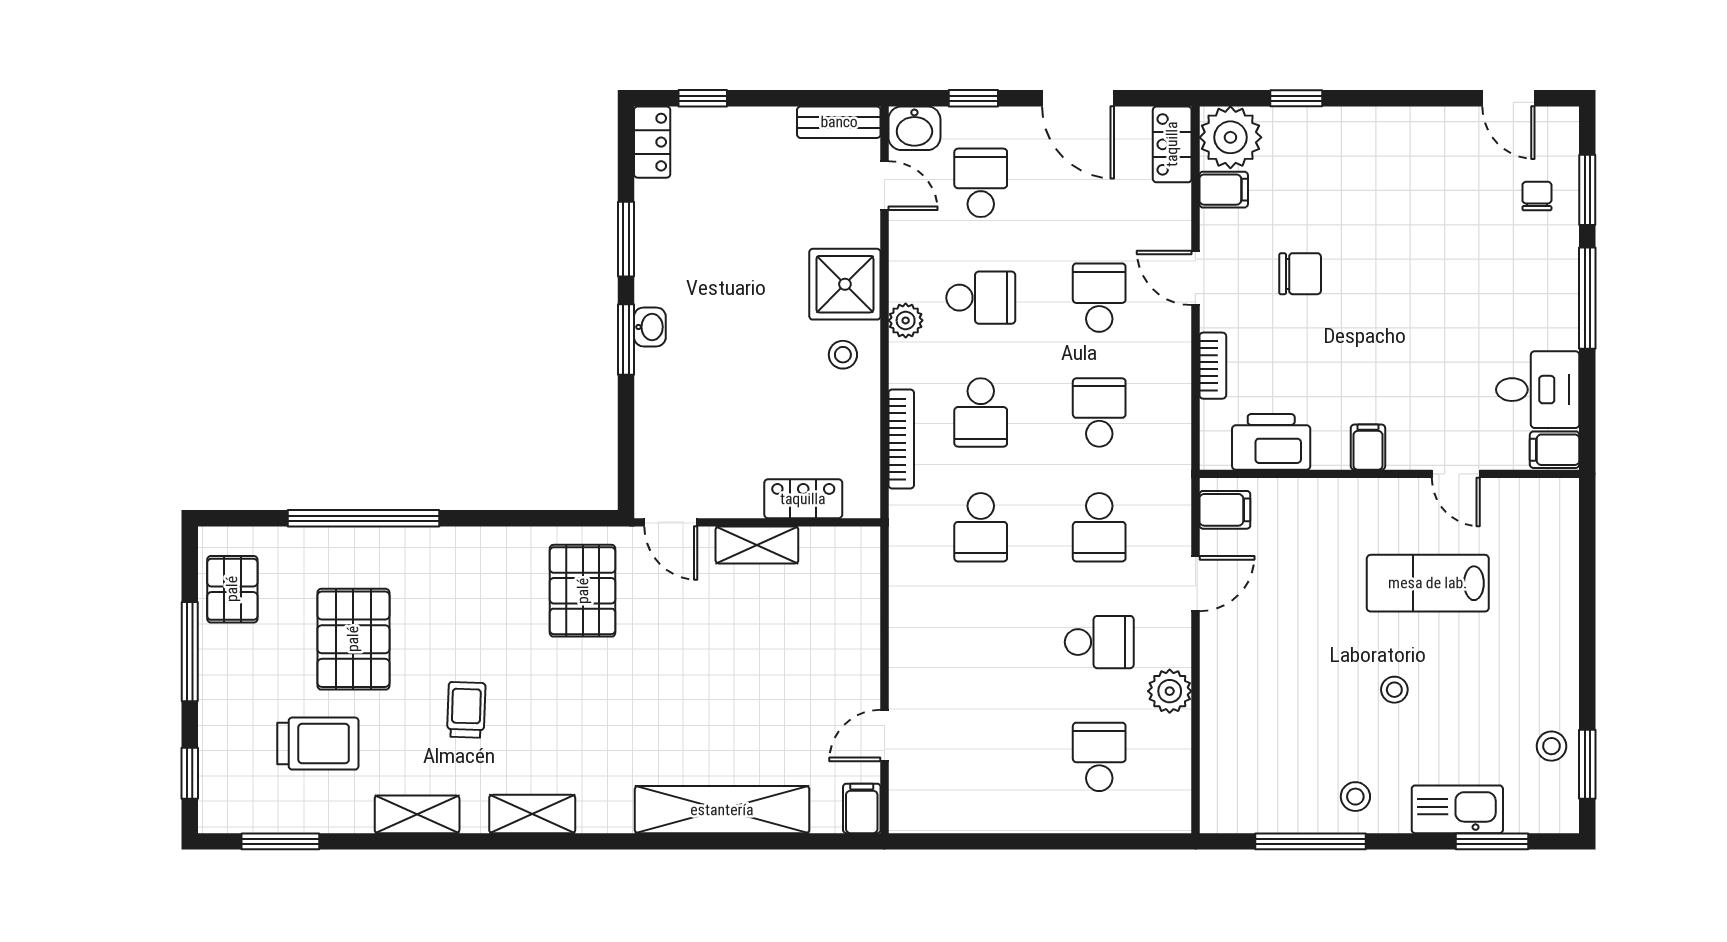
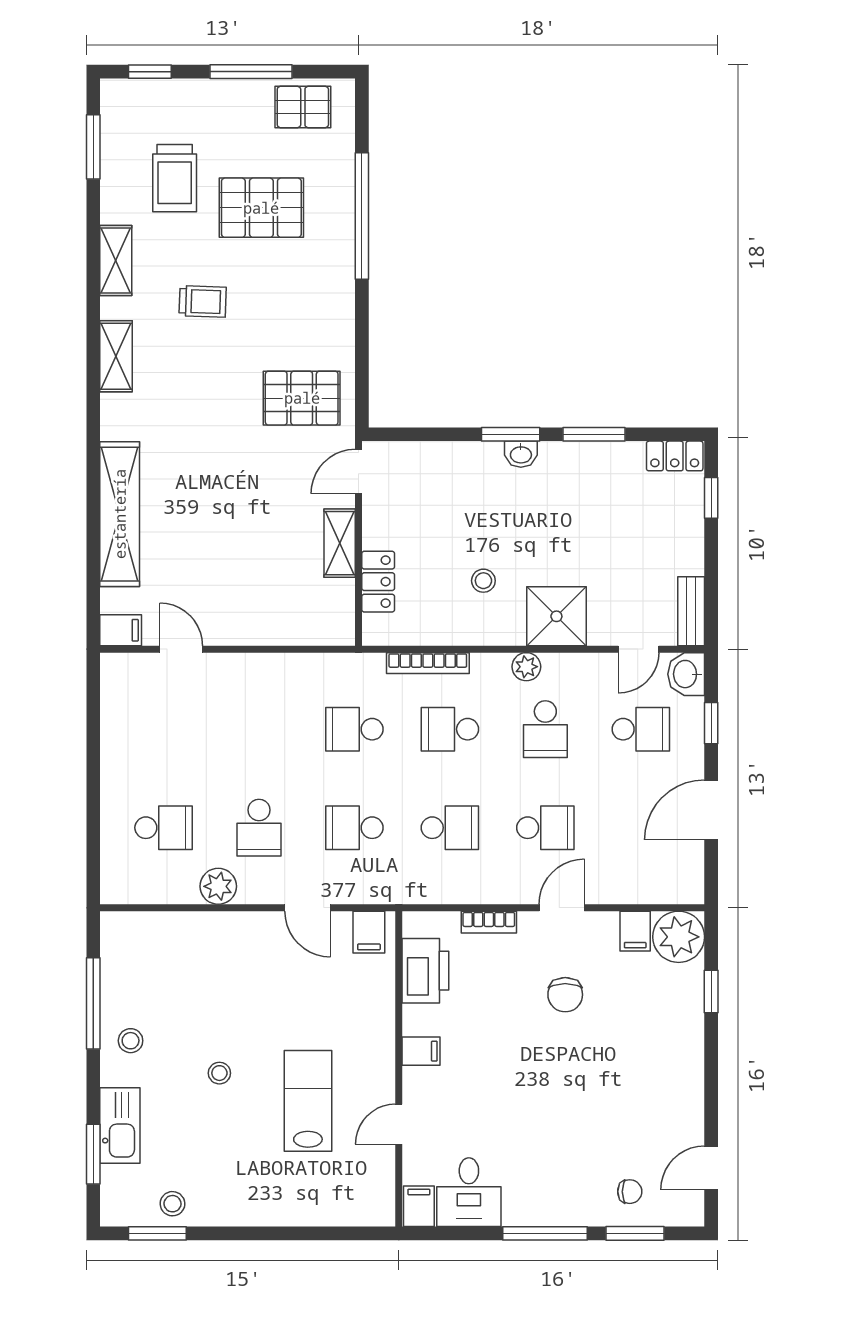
locker: (1172, 144) -> (673, 888), removed
stool: (843, 355) -> (483, 581), moved

